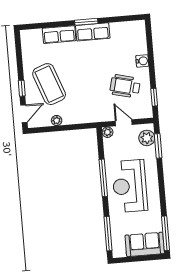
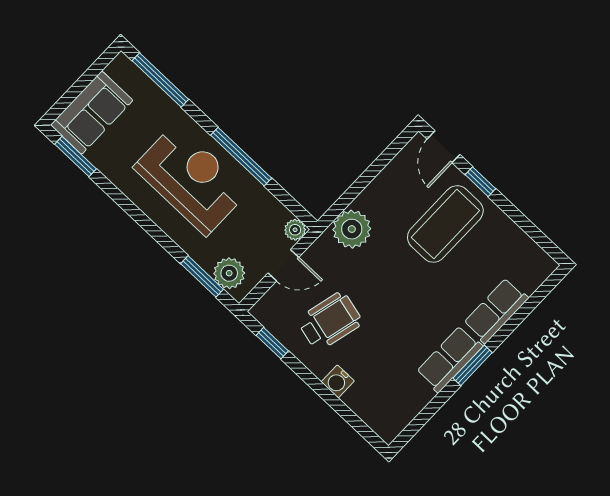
coffee table: (49, 84) -> (445, 224), turned -70
plant: (57, 121) -> (352, 229), moved, width x1.87, depth x1.87
window: (165, 233) -> (76, 157), width x0.69

